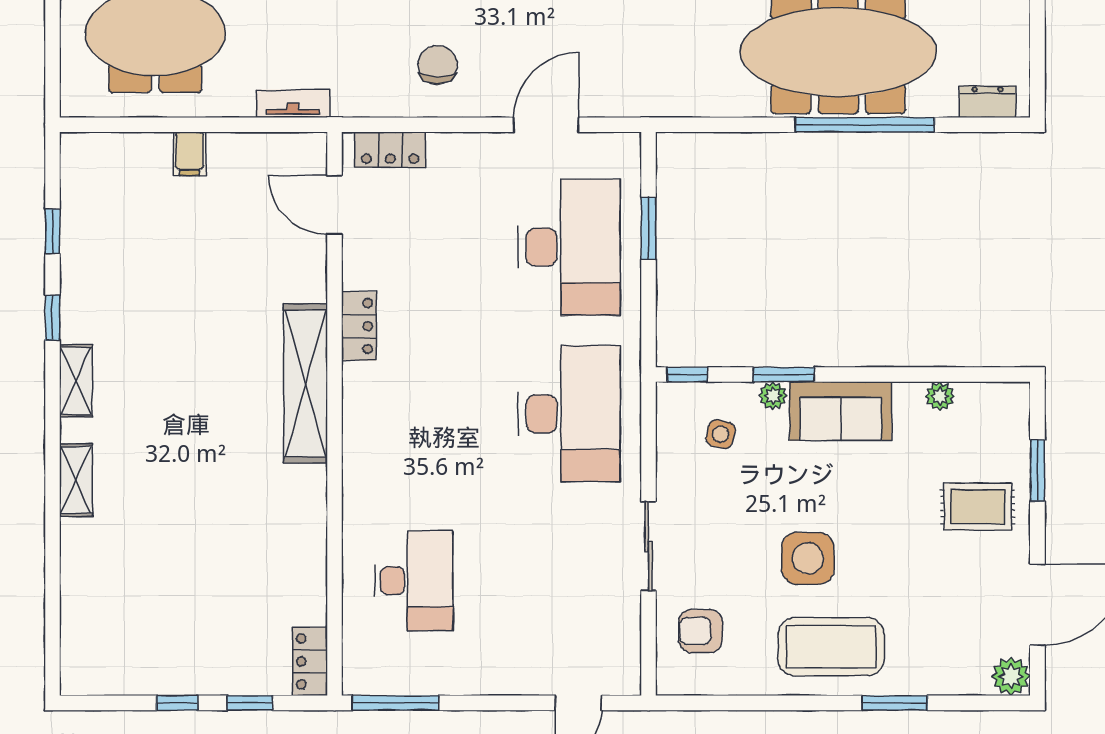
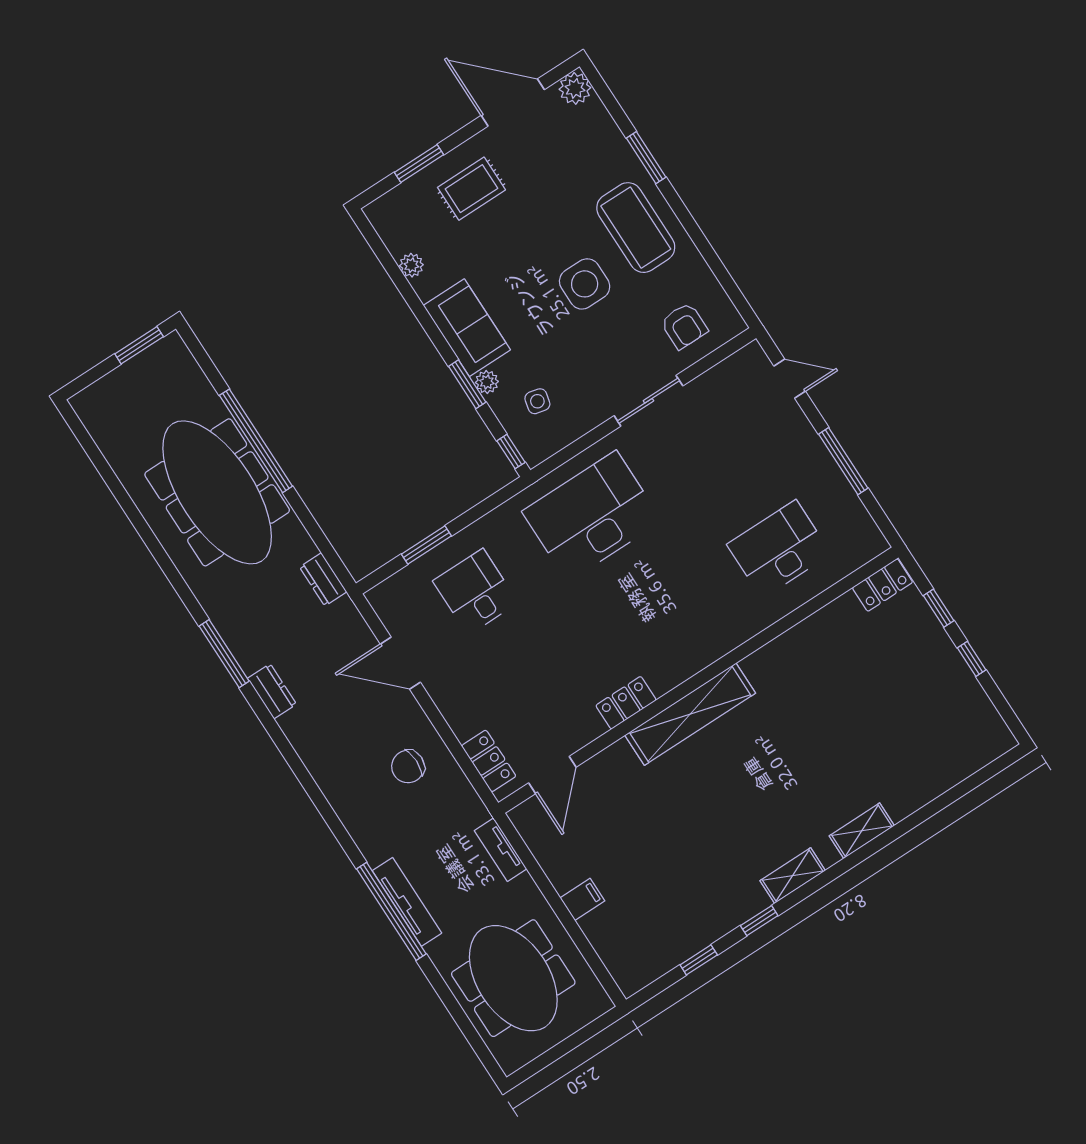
window: (1037, 70) -> (139, 345), added
dresser: (988, 102) -> (323, 579), moved
desk: (569, 247) -> (475, 592), width x0.53, depth x0.77
rug: (978, 507) -> (471, 189), turned 90
window: (396, 703) -> (843, 461), moved

